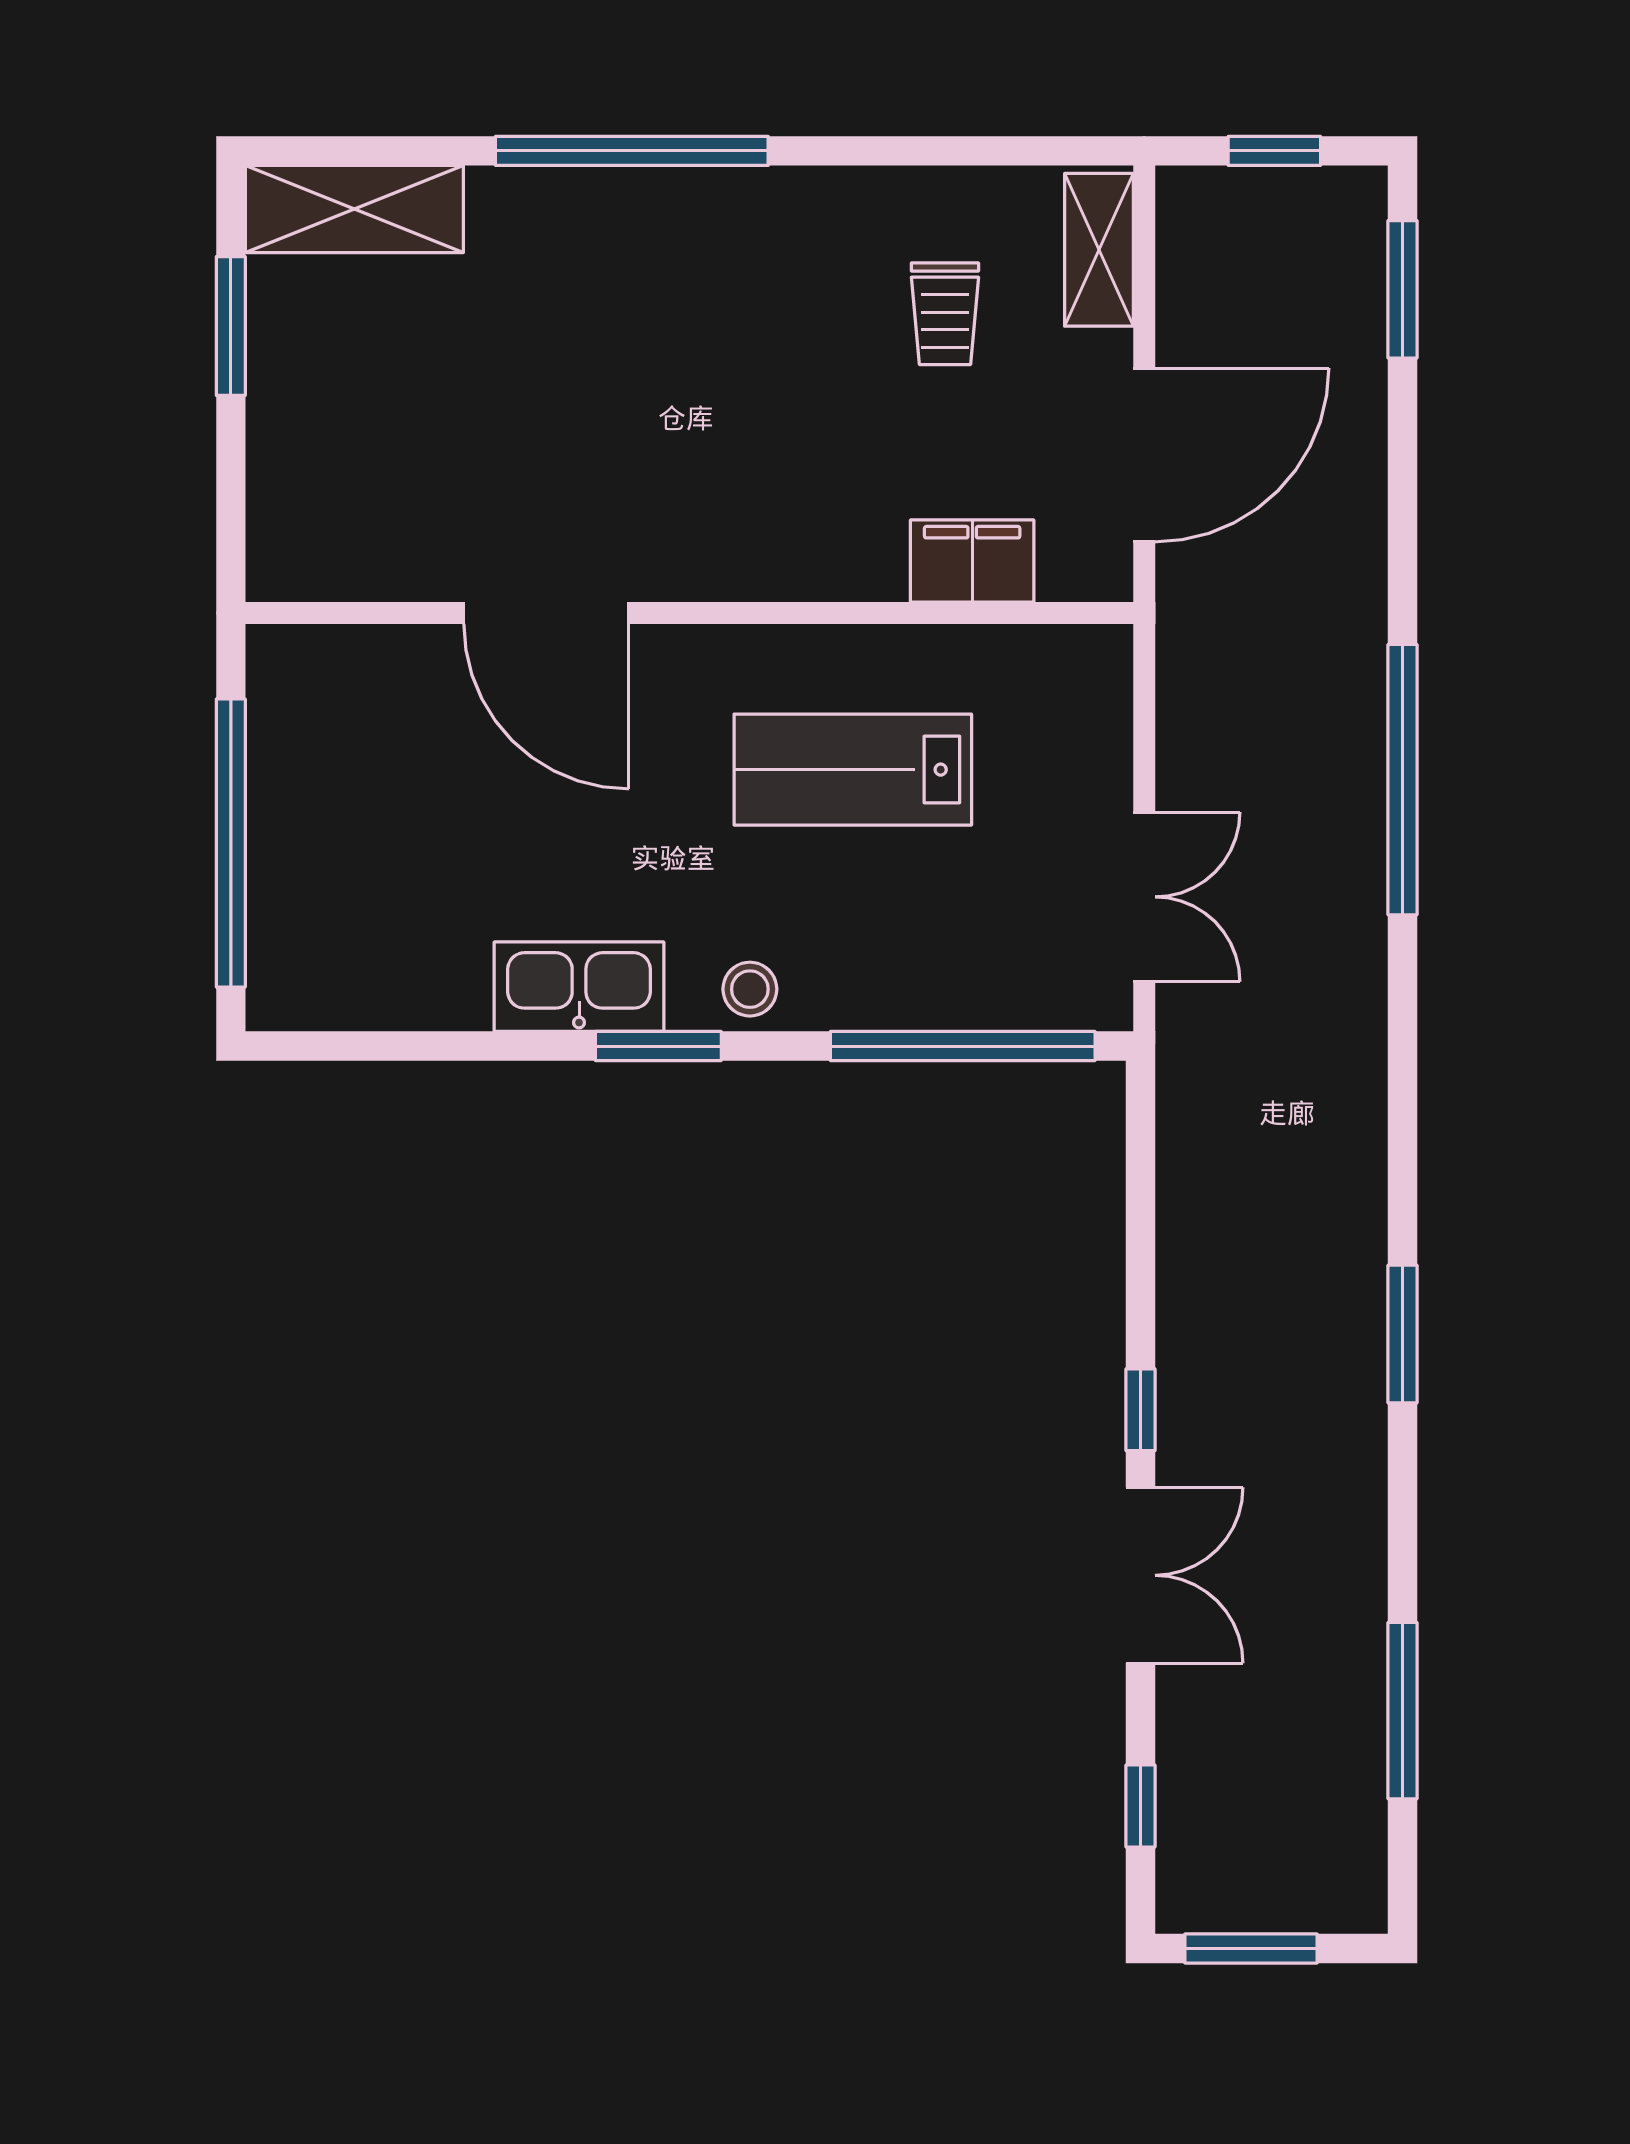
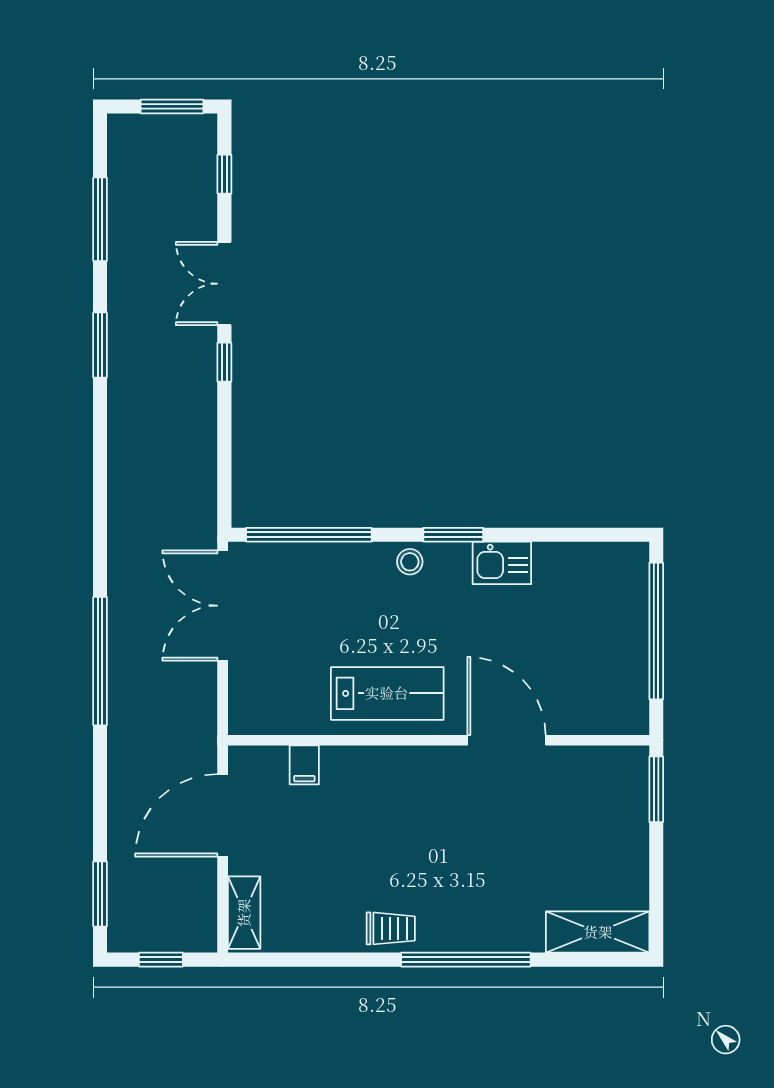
trolley: (945, 314) -> (391, 928), moved, turned 90
window: (231, 326) -> (656, 789), moved
filing cabinet: (972, 561) -> (304, 765), width x0.50
lab bench: (853, 770) -> (387, 693), moved
double door: (1144, 897) -> (223, 606), width x1.37
kitchen sink: (579, 987) -> (502, 563), width x0.73
window: (1403, 1334) -> (100, 345), moved

